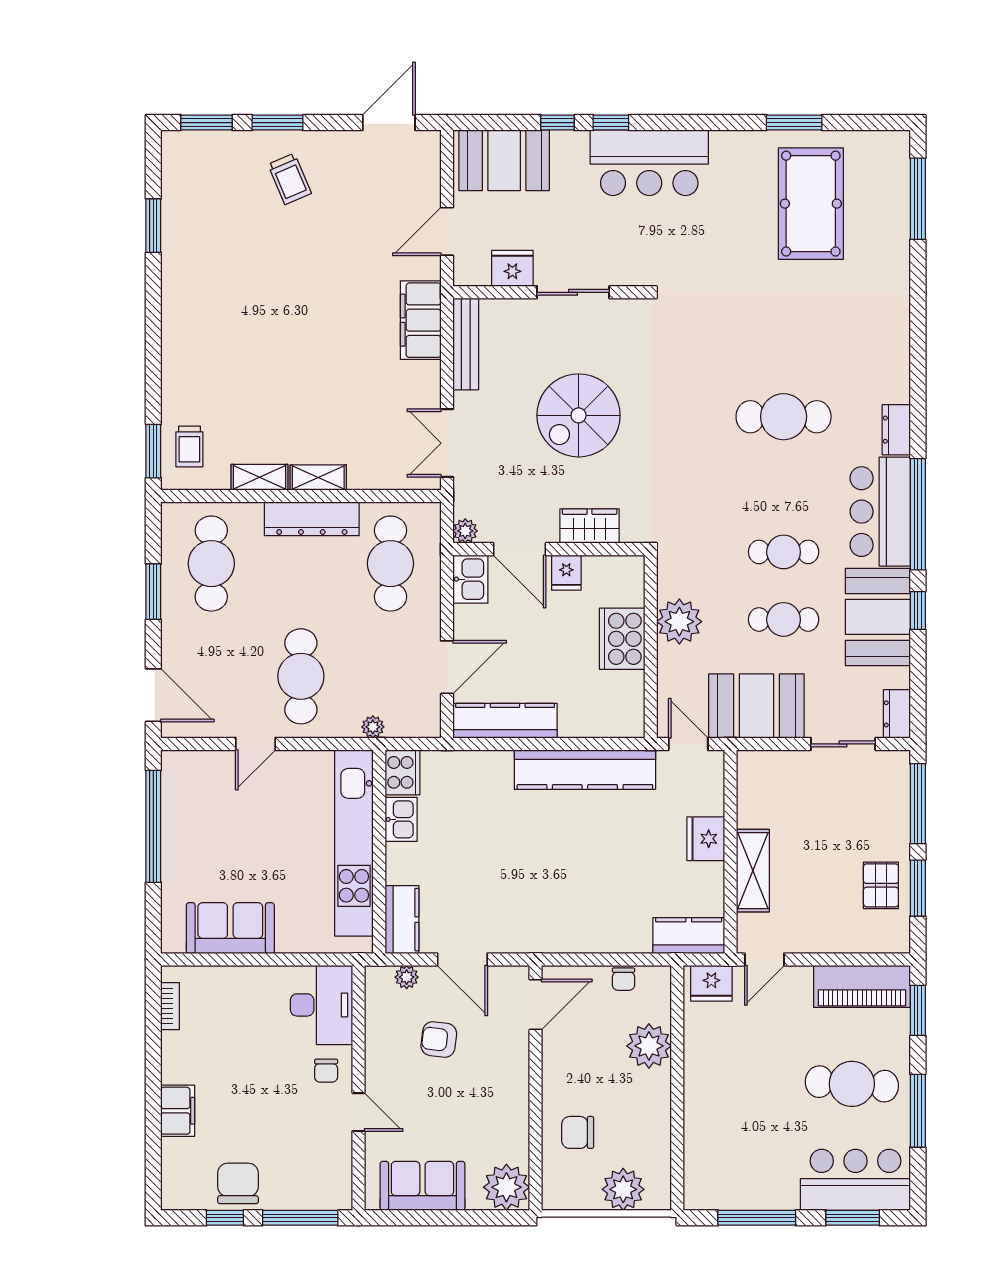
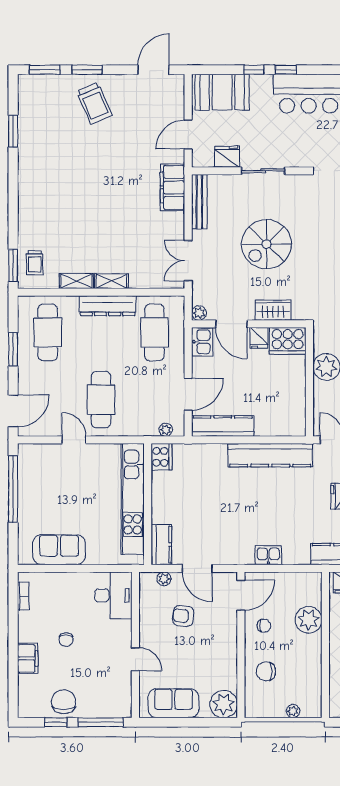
trolley: (290, 179) -> (94, 103), width x1.36, depth x1.39
cooker: (622, 639) -> (288, 341), moved, turned -90
door: (153, 695) -> (13, 411), hinge flipped
plant: (373, 727) -> (166, 430), moved
door: (256, 744) -> (74, 440), swing flipped
kitchen sink: (401, 819) -> (268, 555), moved, turned -90
chair: (623, 979) -> (264, 626), moved, turned -90
chair: (326, 1071) -> (66, 640), moved
plant: (623, 1189) -> (293, 711), width x0.53, depth x0.53

